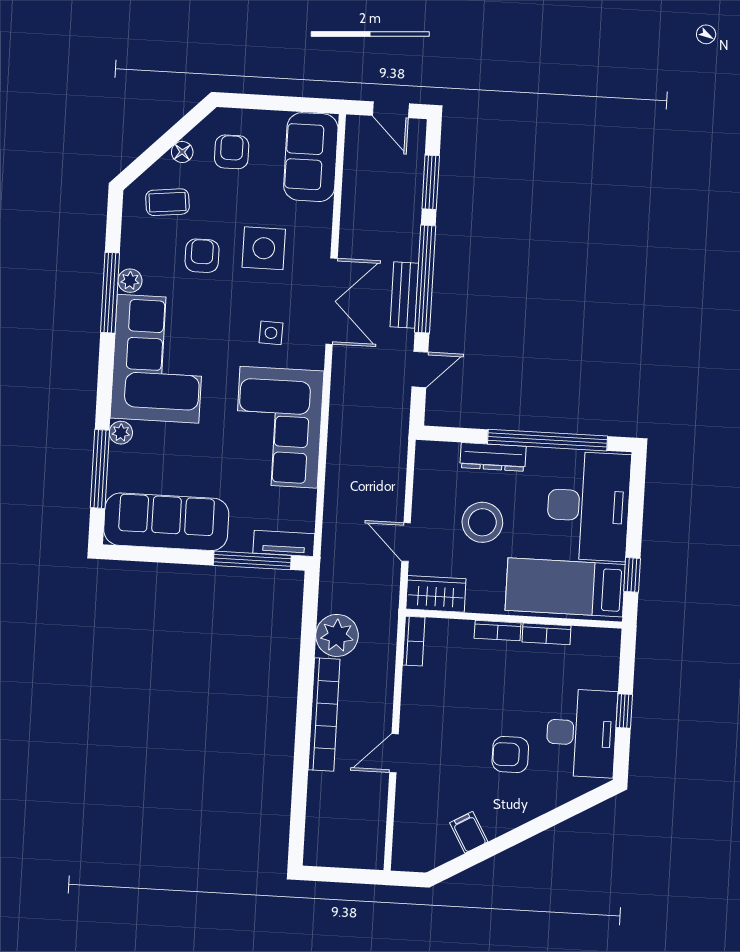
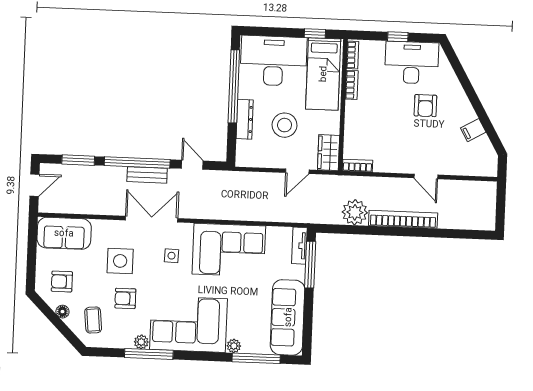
bookcase: (498, 631) -> (353, 55), moved

